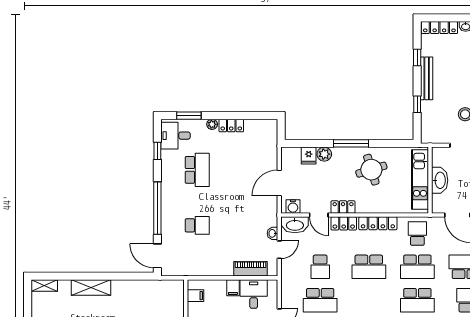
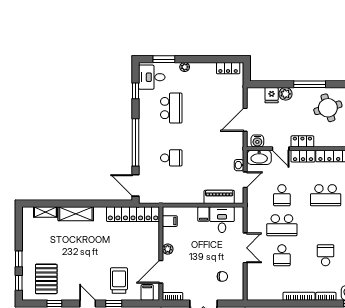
locker: (231, 125) -> (228, 68), moved
shelving: (44, 286) -> (45, 212), moved
locker: (155, 288) -> (133, 214), added

